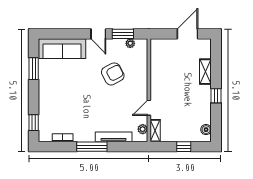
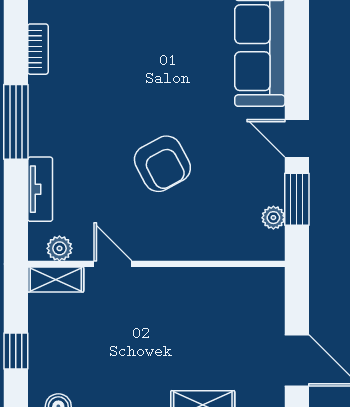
door: (98, 34) -> (297, 138), hinge flipped
armchair: (113, 74) -> (162, 164), moved
tv unit: (114, 137) -> (40, 189), width x0.71

